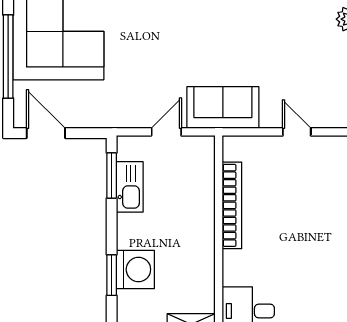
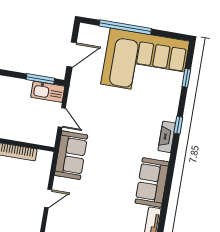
door: (46, 133) -> (72, 55), moved
kitchen sink: (130, 187) -> (48, 92), moved

